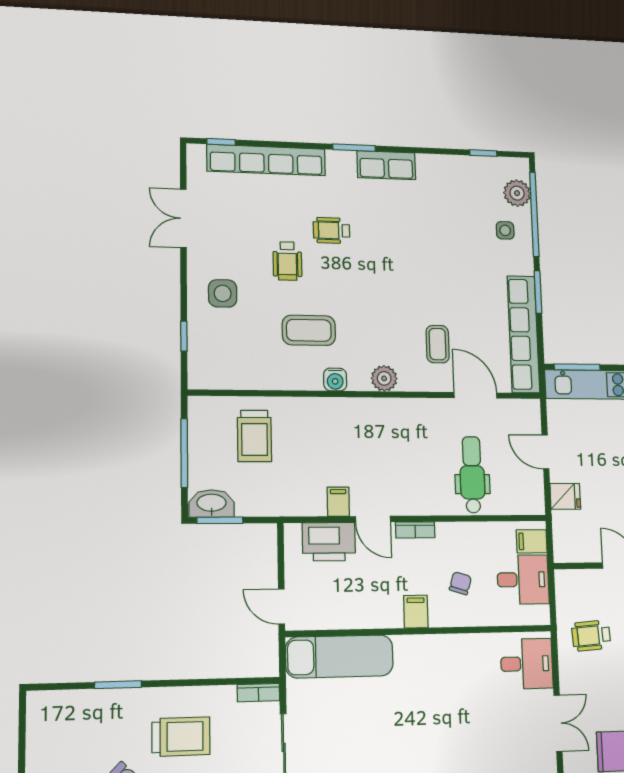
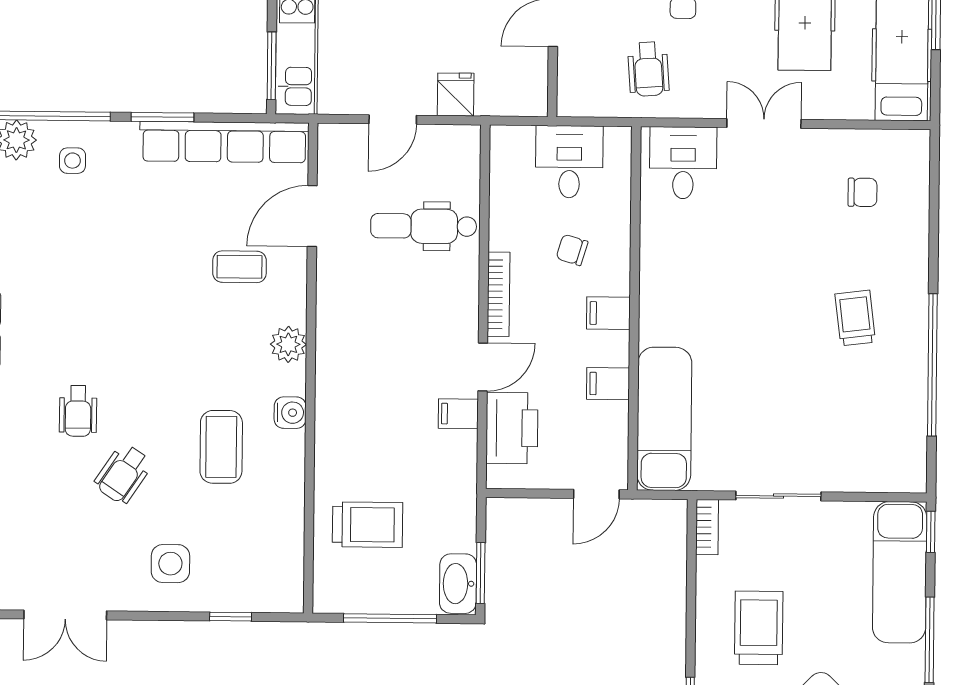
wheelchair: (287, 261) -> (123, 474), turned 124
bookcase: (415, 530) -> (499, 294), width x1.56
filing cabinet: (532, 541) -> (608, 384), moved, turned 90

